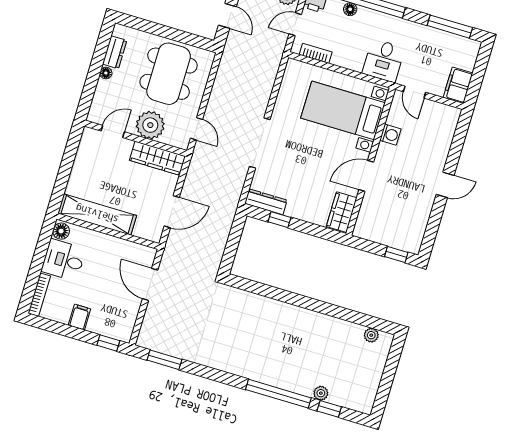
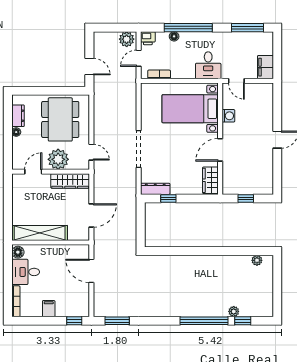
window: (396, 254) -> (246, 199), moved

